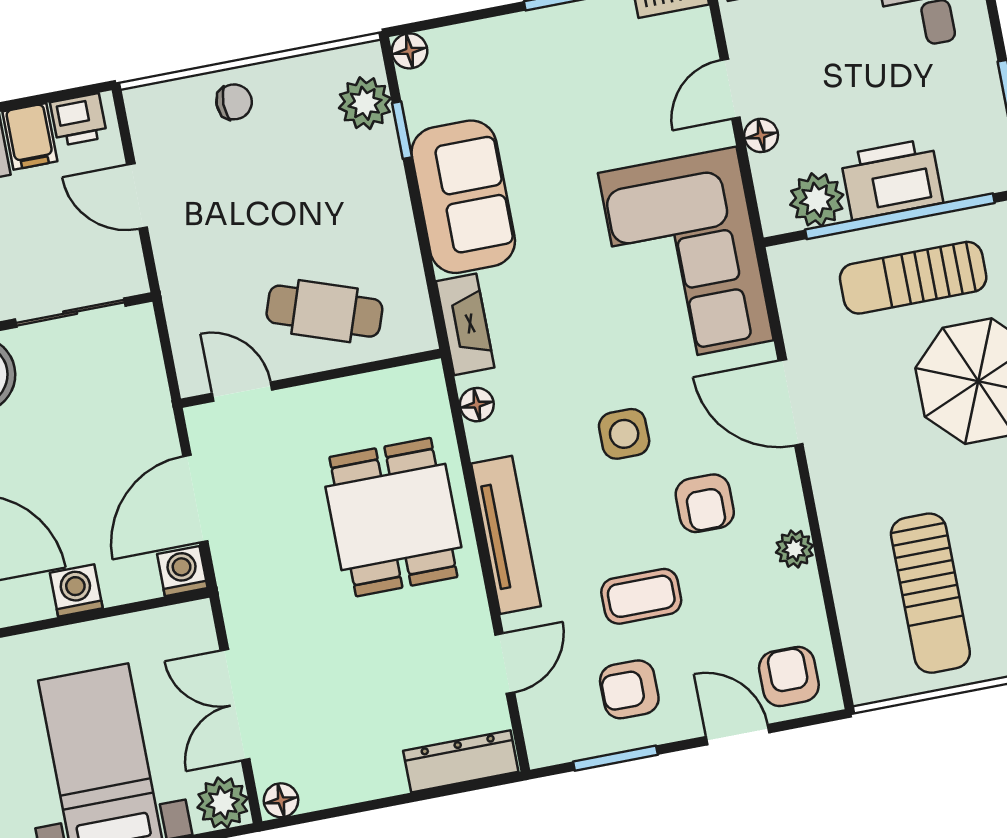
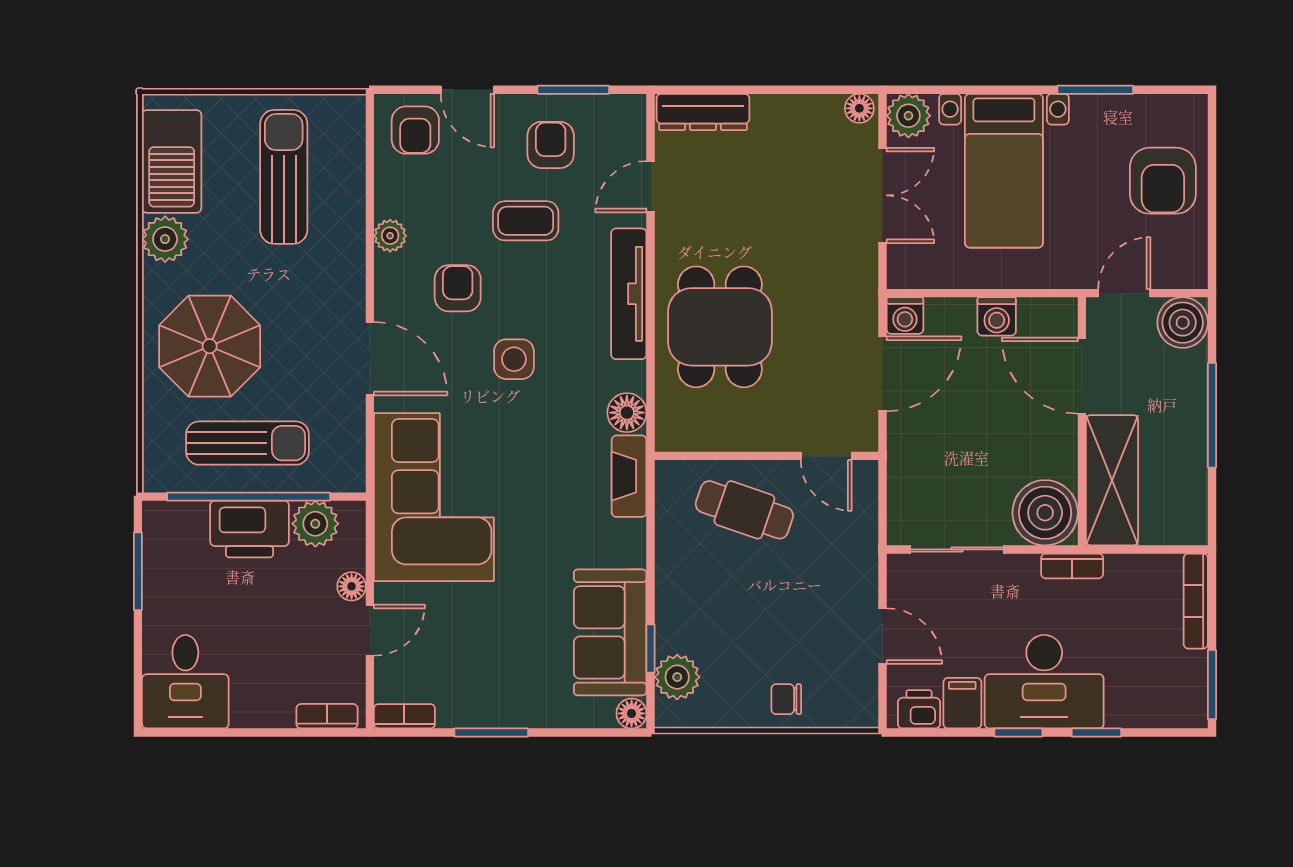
sofa: (463, 197) -> (610, 632), moved
floor lamp: (477, 405) -> (627, 413), width x1.37, depth x1.37
armchair: (629, 689) -> (551, 145), turned -90

